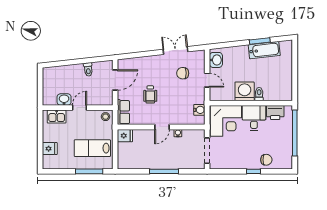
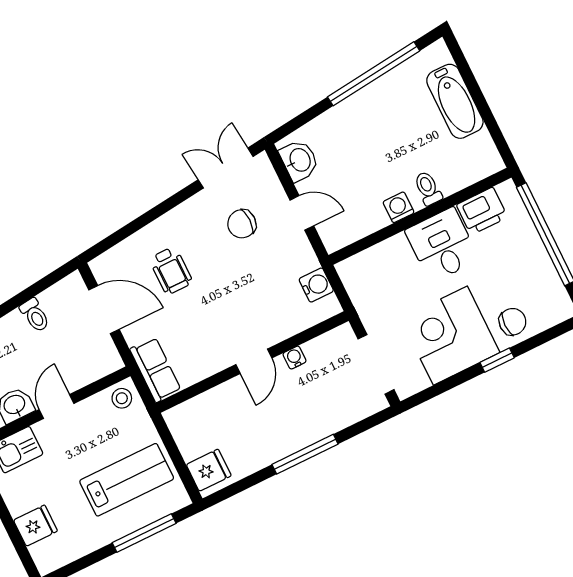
window: (260, 41) -> (374, 74), width x2.11
bathtub: (264, 50) -> (455, 101), moved, turned 96
double door: (175, 51) -> (226, 168), moved
door: (115, 80) -> (104, 310), hinge flipped
washing machine: (245, 91) -> (398, 207), width x0.53, depth x0.53
wheelchair: (150, 94) -> (171, 271), moved
corner desk: (226, 121) -> (450, 336), moved, turned 180
fridge: (125, 136) -> (209, 470), moved
lab bench: (92, 148) -> (127, 480), turned 180

